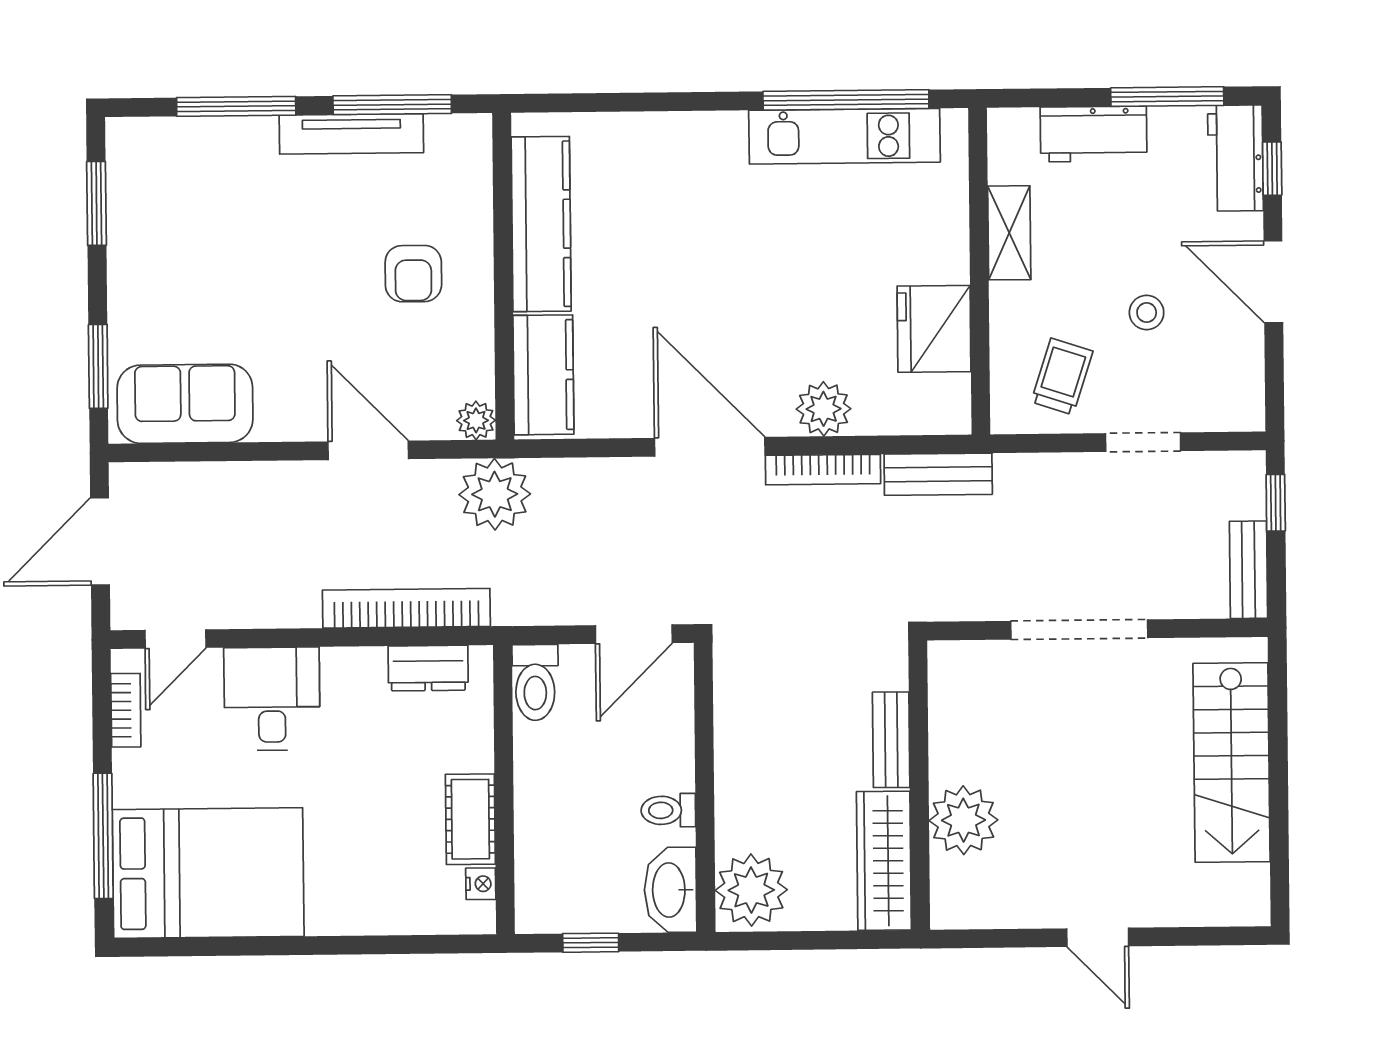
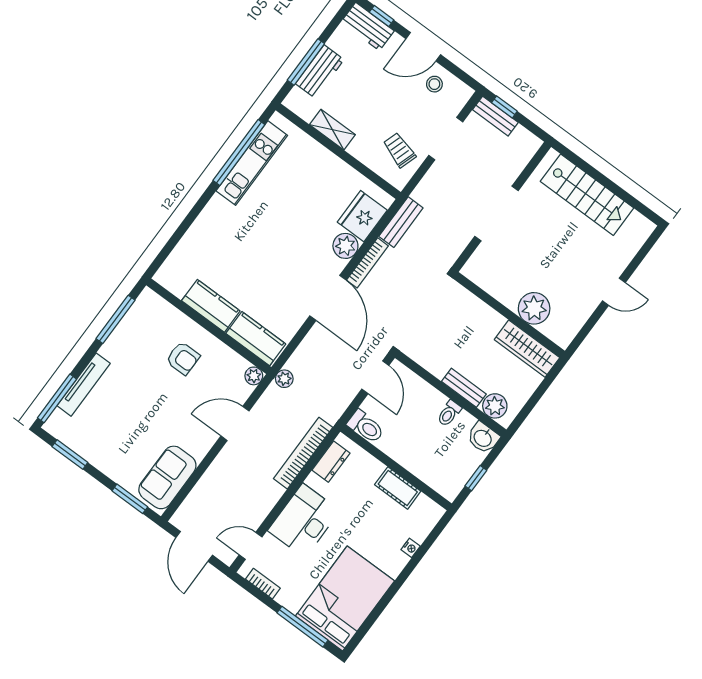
window: (1167, 97) -> (306, 62), moved
window: (236, 106) -> (57, 398), moved
tv unit: (351, 134) -> (84, 385), moved
kitchen counter: (541, 224) -> (211, 306), width x0.67
stool: (1147, 313) -> (434, 84), moved
fridge: (934, 329) -> (362, 216), moved, turned 90
doorway: (1143, 442) -> (446, 139), width x1.38
door: (710, 447) -> (328, 298), swing flipped
plant: (495, 494) -> (284, 379), width x0.53, depth x0.53
bench: (1248, 570) -> (495, 116), moved
door: (175, 639) -> (251, 546), swing flipped
desk: (272, 699) -> (304, 521), width x1.37
bench: (891, 740) -> (464, 388), moved
nightstand: (481, 884) -> (411, 548), moved, turned 90
washbasin: (670, 890) -> (483, 438), width x0.72
plant: (751, 890) -> (495, 406), width x0.73, depth x0.73

